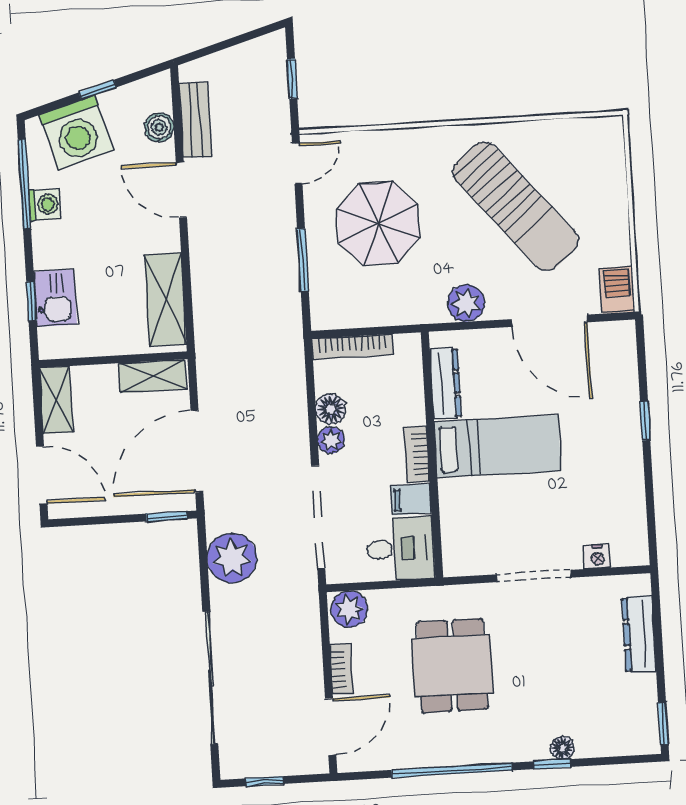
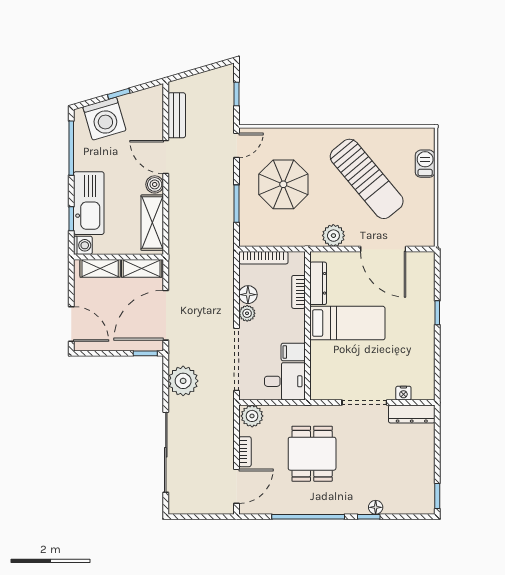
boiler: (159, 127) -> (155, 184), moved
washing machine: (45, 204) -> (83, 245), moved
barbecue: (617, 290) -> (425, 164), moved
kitchen sink: (55, 298) -> (89, 203), width x1.87, depth x1.24
shelving: (56, 400) -> (100, 268), moved, turned 90
bookcase: (417, 454) -> (298, 292), moved
dresser: (639, 634) -> (412, 414), moved, turned -90
window: (265, 781) -> (195, 517), removed

